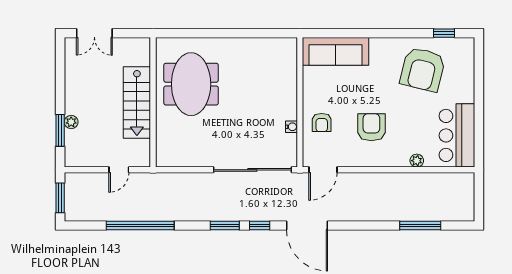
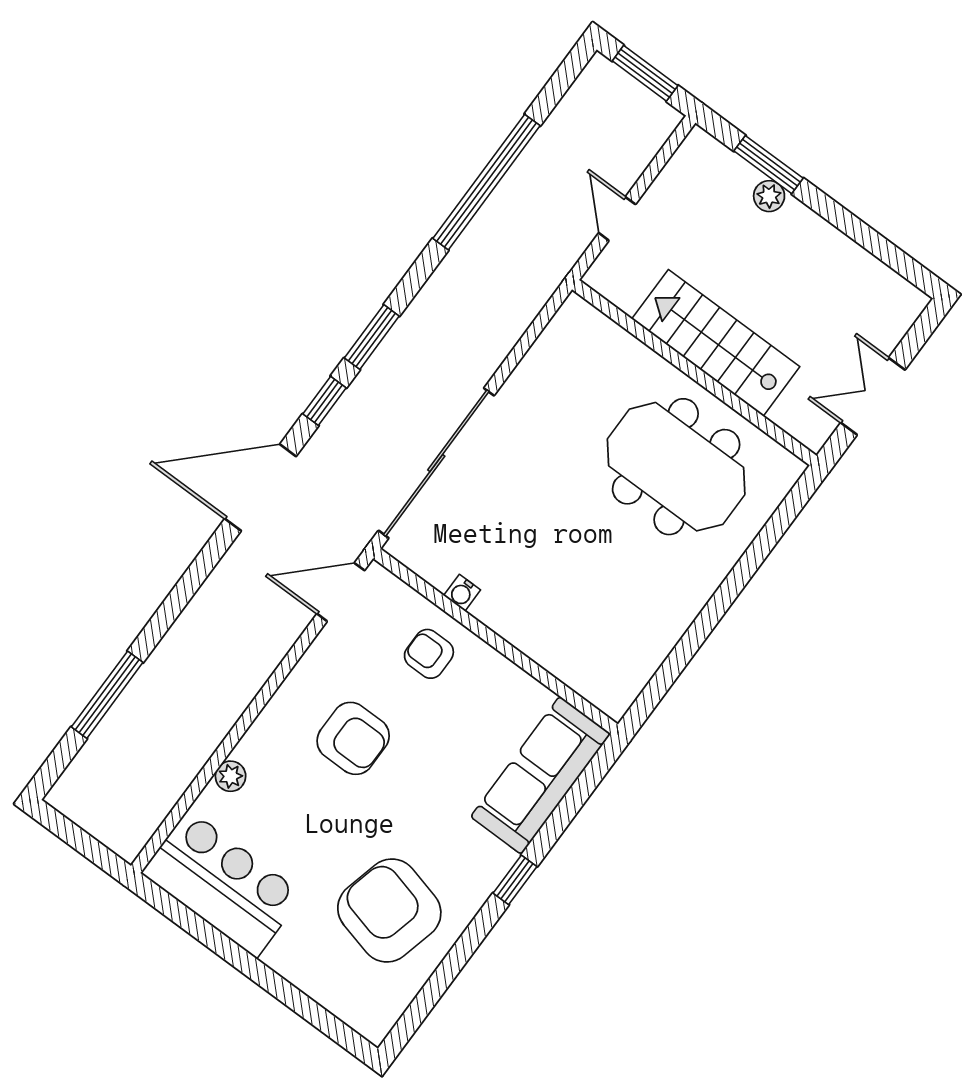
double door: (94, 33) -> (873, 396), moved
window: (444, 33) -> (515, 880), moved
door: (323, 170) -> (341, 592), hinge flipped

